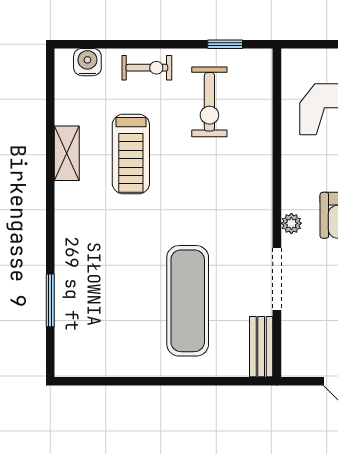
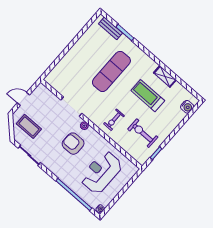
exercise bike: (147, 68) -> (114, 120), moved
exercise mat: (188, 301) -> (111, 71), moved, turned 90
bench: (261, 347) -> (111, 28), moved

